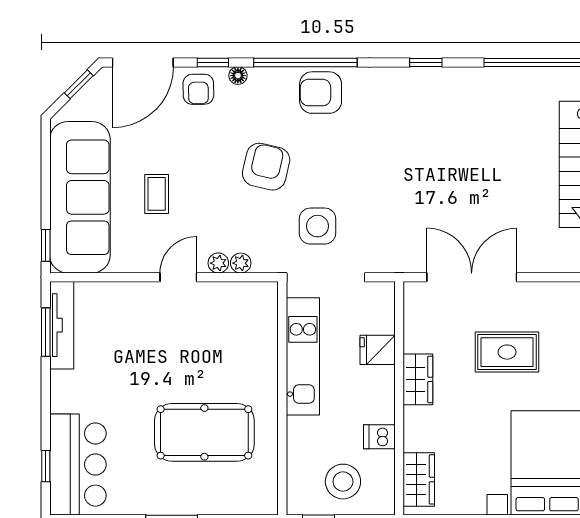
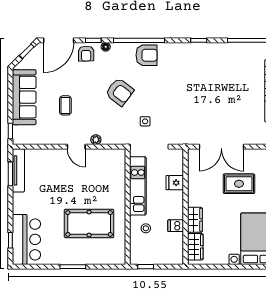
armchair: (321, 93) -> (147, 55), turned 180
armchair: (266, 167) -> (120, 92), turned 114
sofa: (80, 197) -> (24, 97), width x0.74, depth x0.79
side table: (318, 226) -> (145, 121), width x0.54, depth x0.54
plant: (241, 263) -> (107, 140), removed
door: (178, 277) -> (76, 147), swing flipped
double door: (472, 277) -> (221, 147), swing flipped
wardrobe: (418, 379) -> (195, 220), moved
stool: (343, 482) -> (146, 228), moved, width x0.53, depth x0.53

